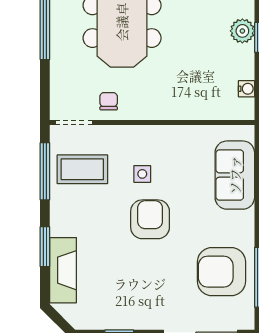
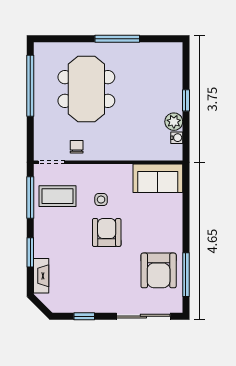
plant: (242, 31) -> (174, 122), moved
sofa: (235, 175) -> (158, 178), moved, turned -90
fireplace: (63, 270) -> (41, 276), width x0.73, depth x0.76
armchair: (221, 272) -> (159, 270), turned -90

